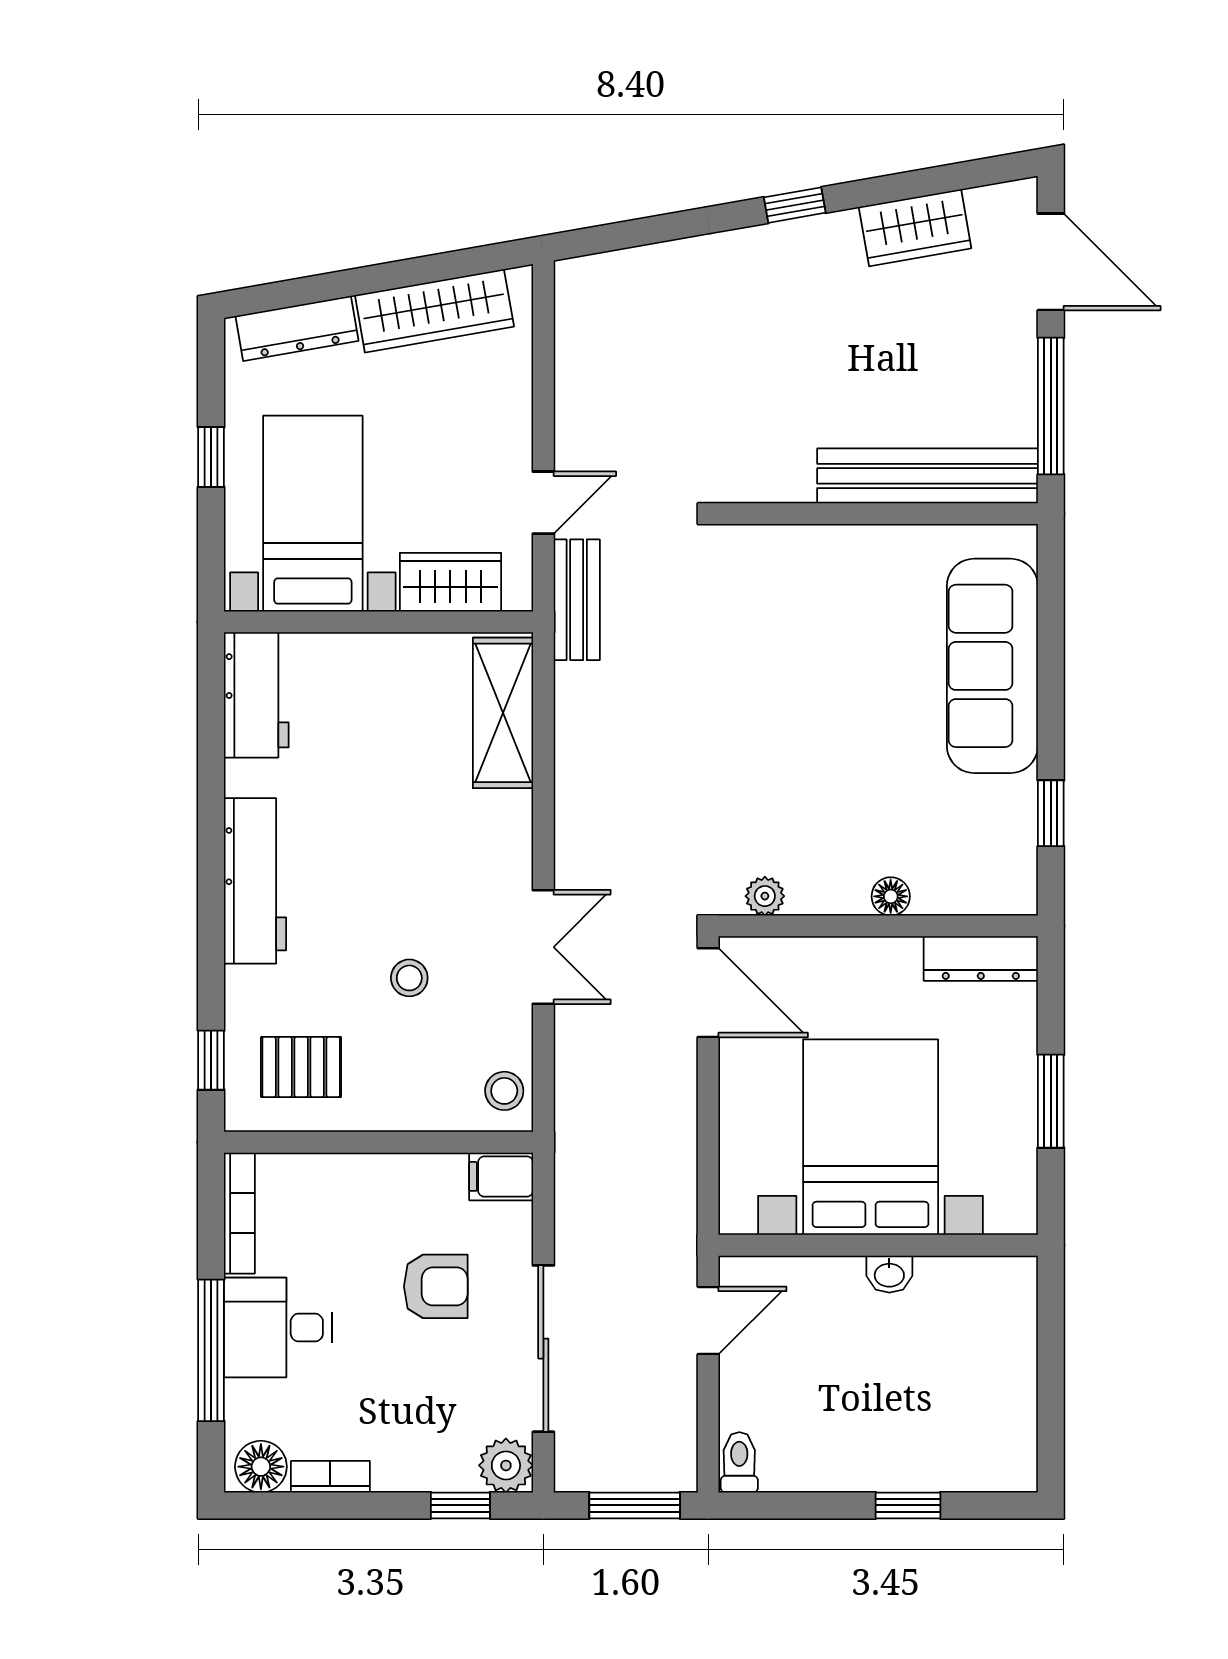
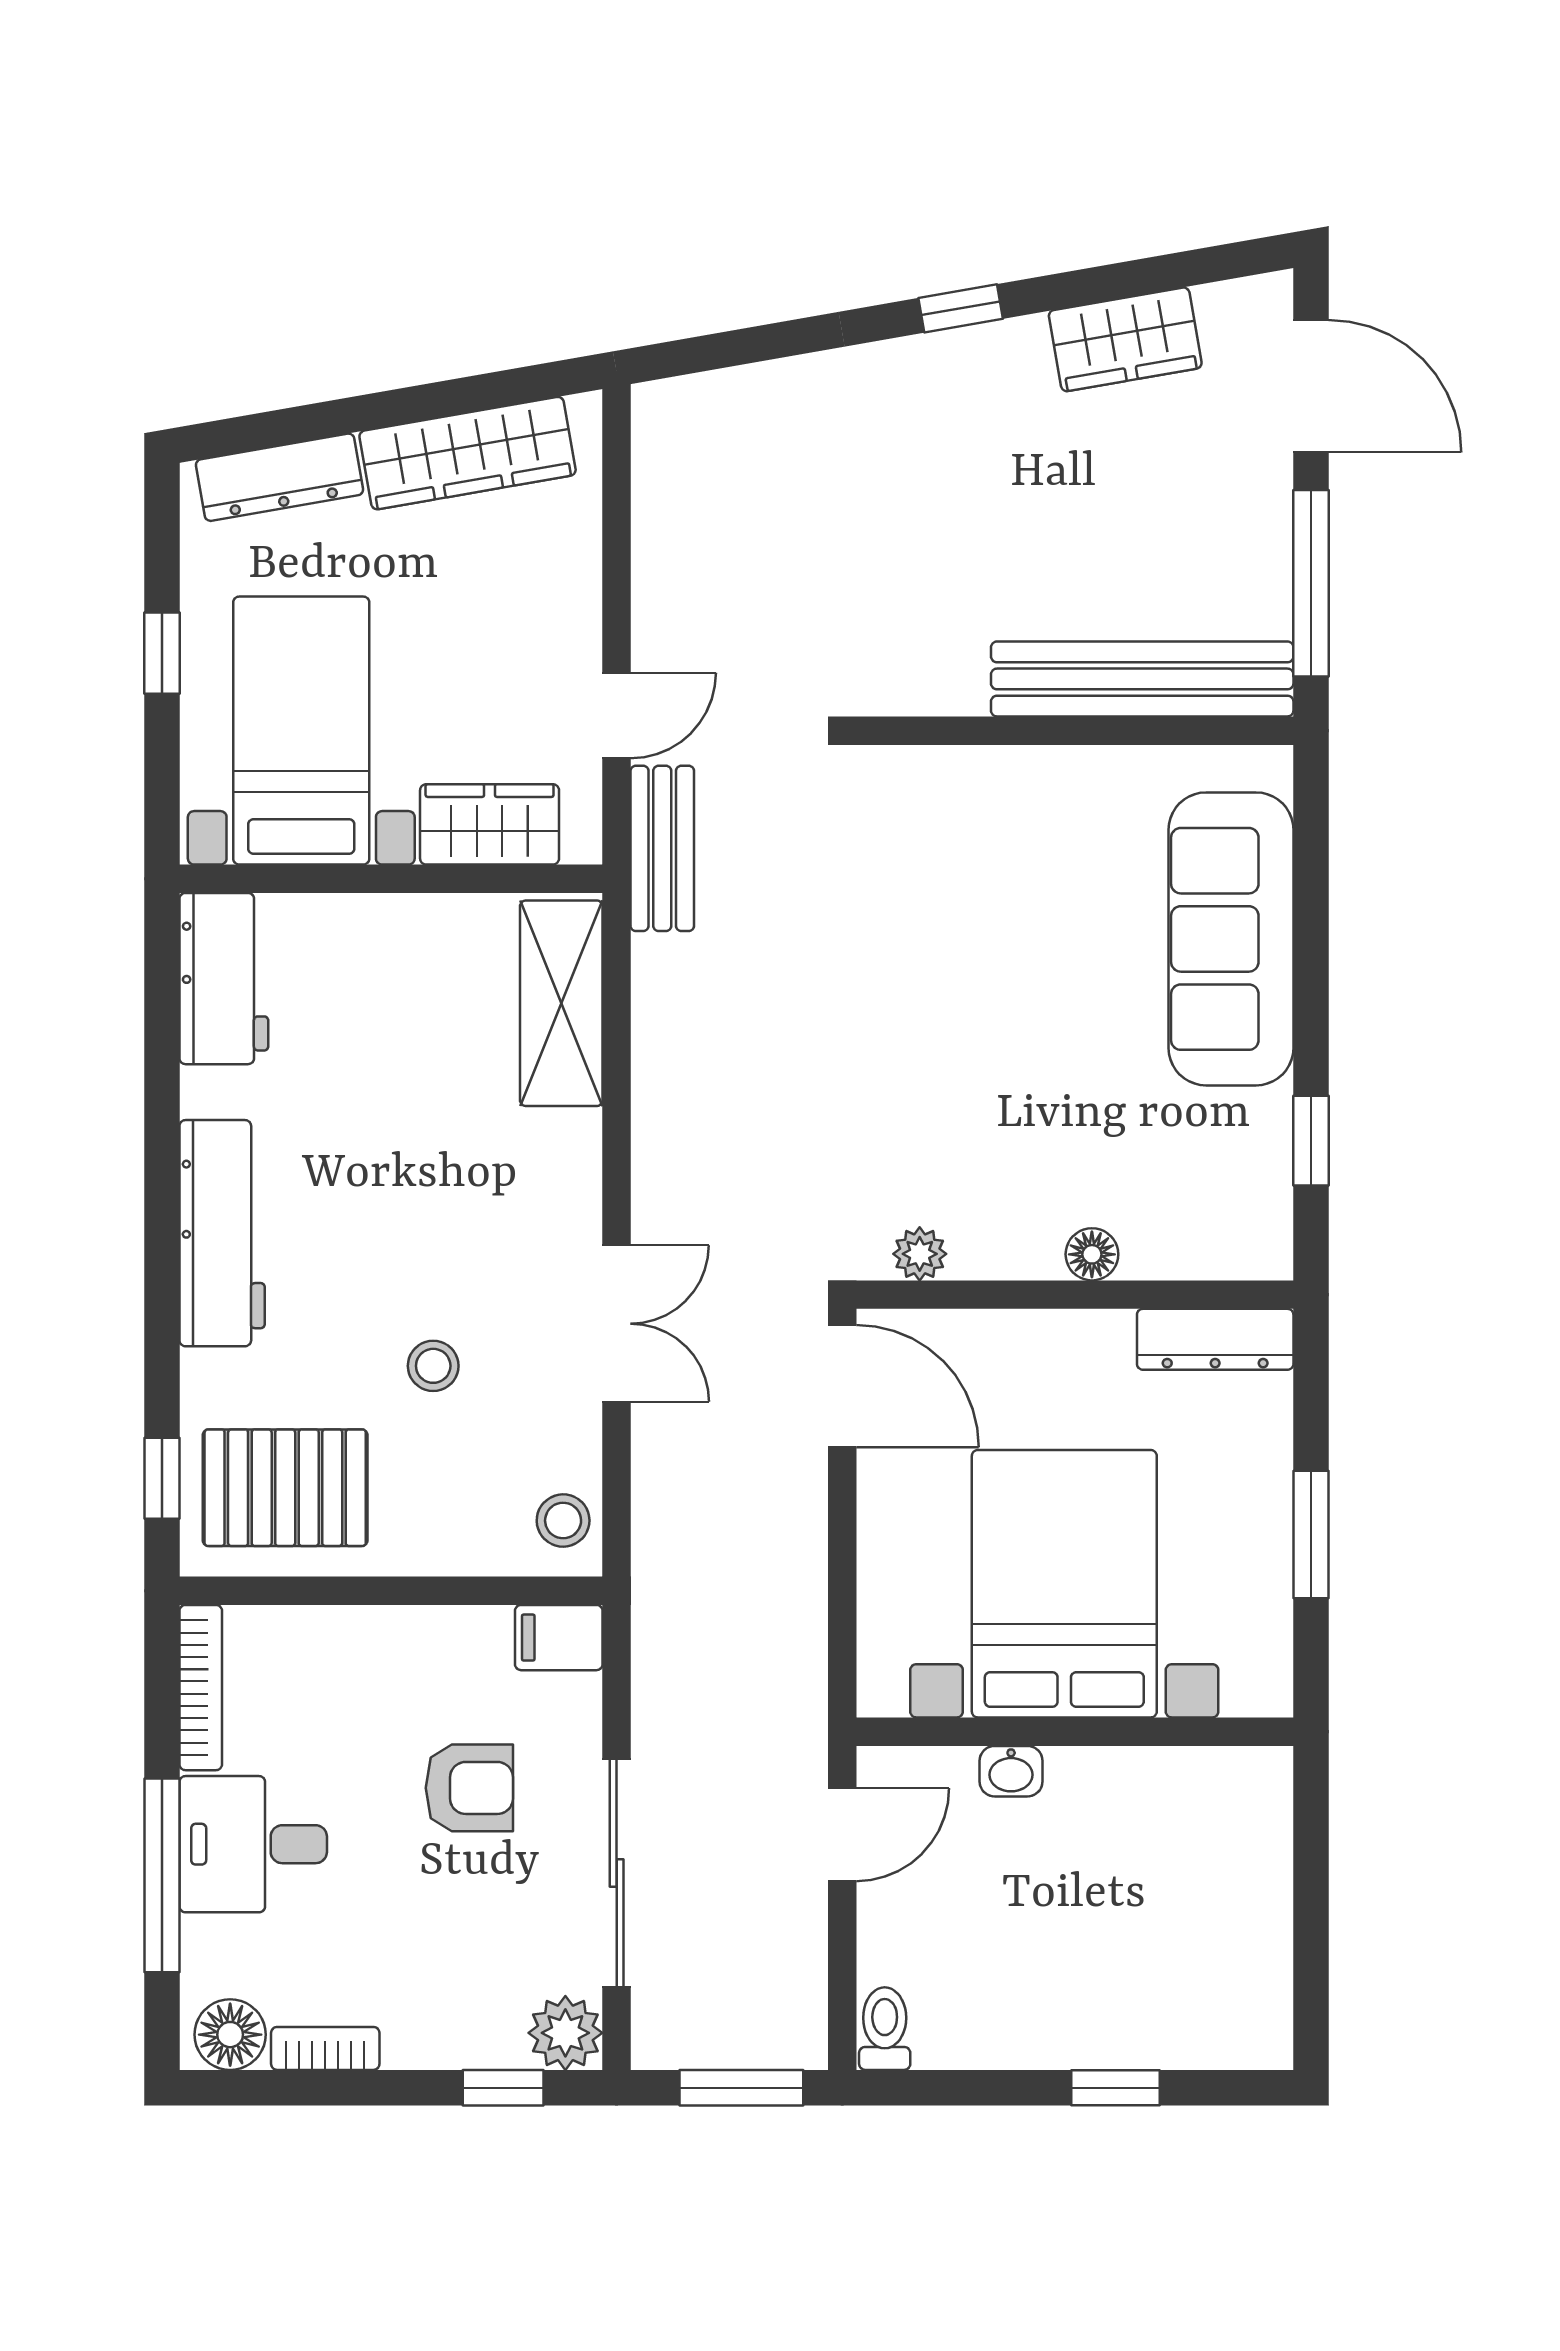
pallet: (301, 1067) -> (285, 1488), width x1.50, depth x1.42
washbasin: (889, 1274) -> (1011, 1771), moved

